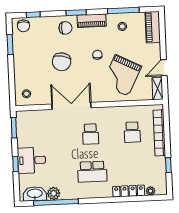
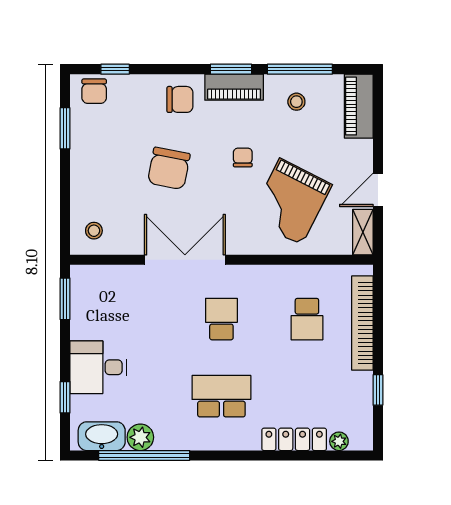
window: (76, 13) -> (231, 69), moved
school desk: (91, 134) -> (221, 319), turned 180
window: (15, 164) -> (65, 397), moved
school desk: (92, 172) -> (221, 396), turned 180

